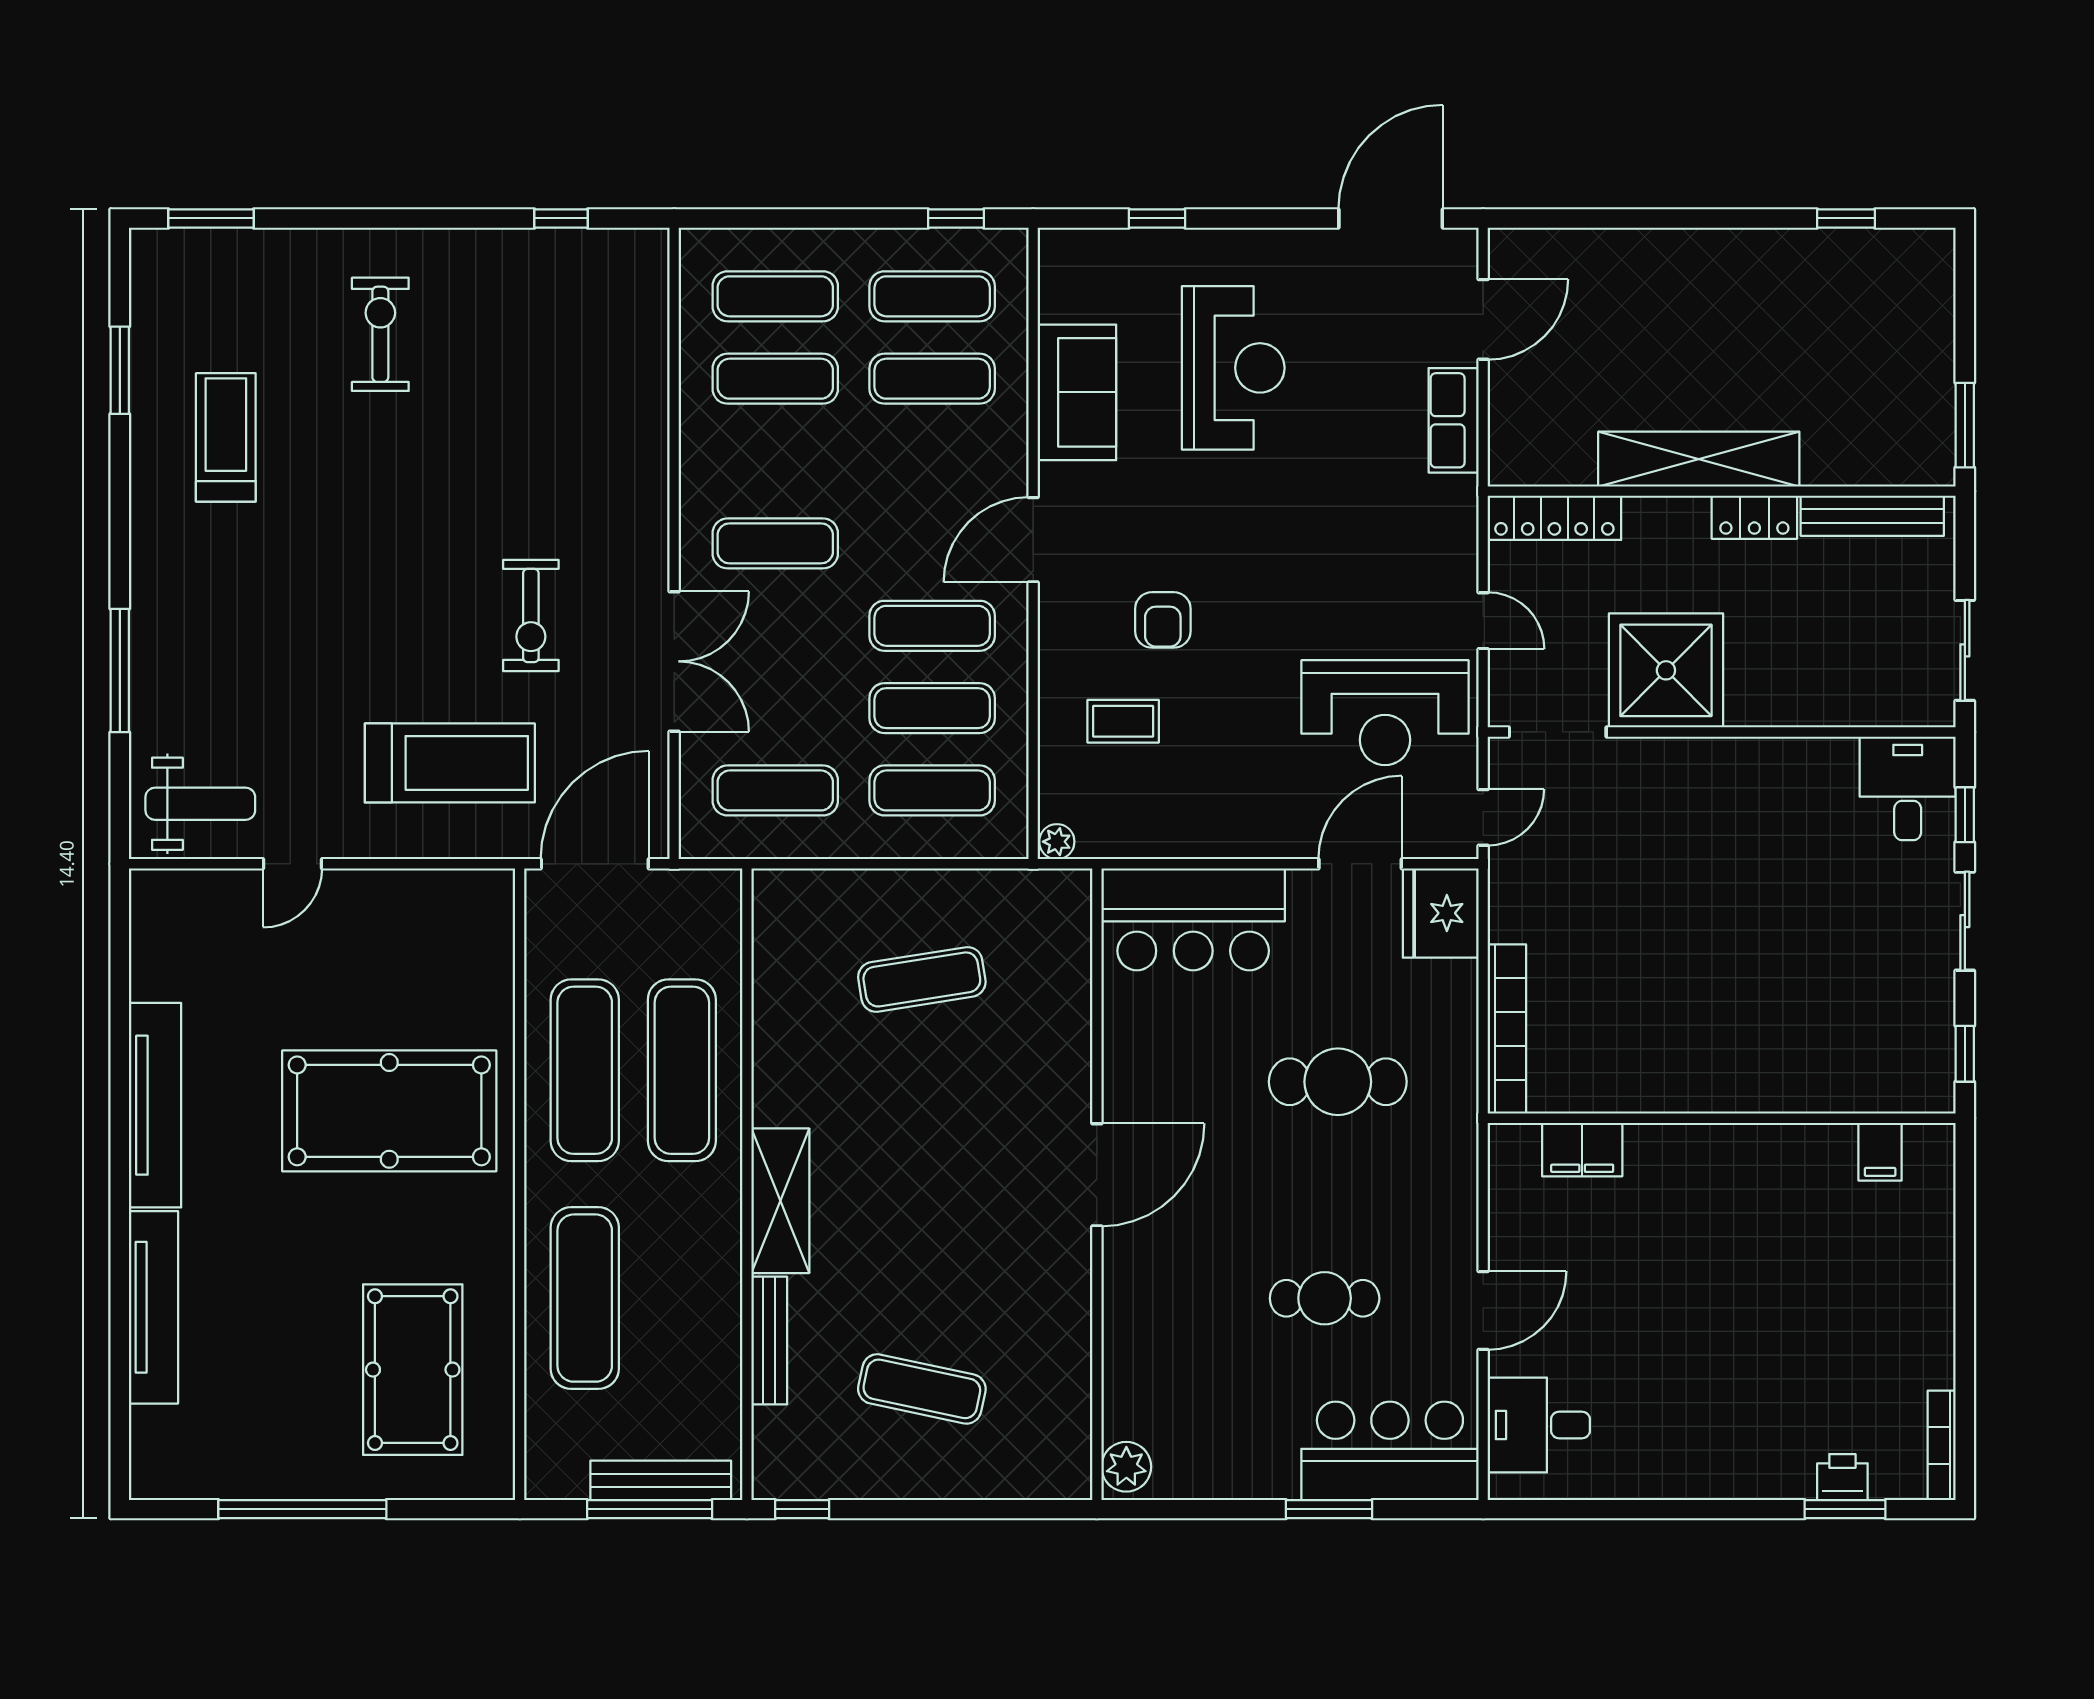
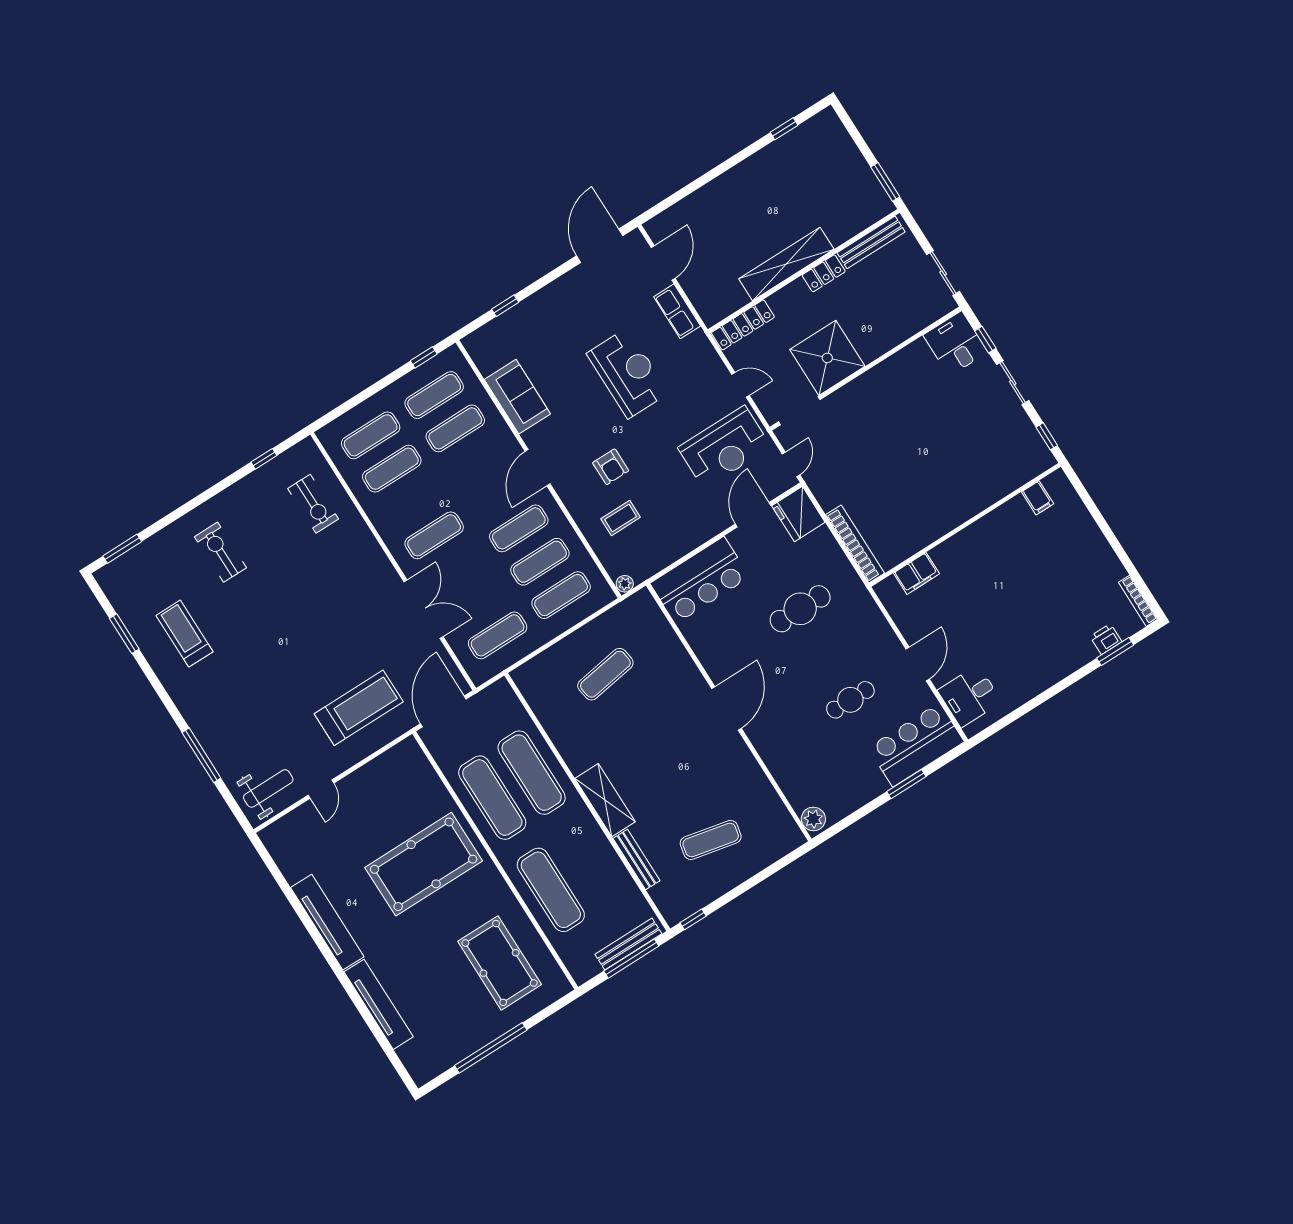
reception desk: (1233, 368) -> (628, 373), moved
exercise bike: (531, 616) -> (313, 504), moved

